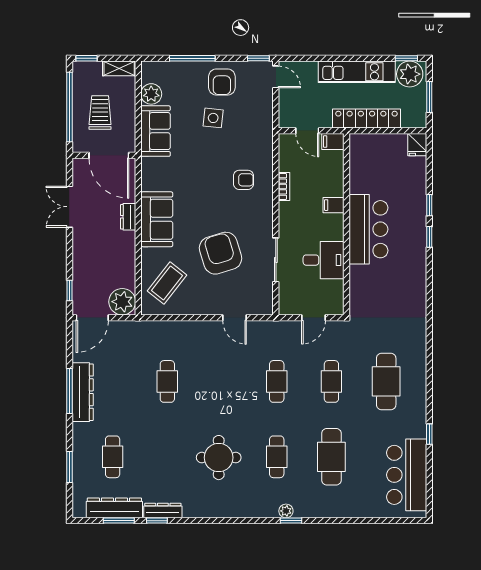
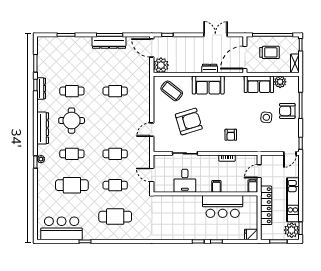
armchair: (222, 82) -> (287, 111), moved
bar counter: (368, 229) -> (223, 206), moved
cafe table: (113, 457) -> (72, 91), moved
dresser: (114, 508) -> (43, 128), moved

